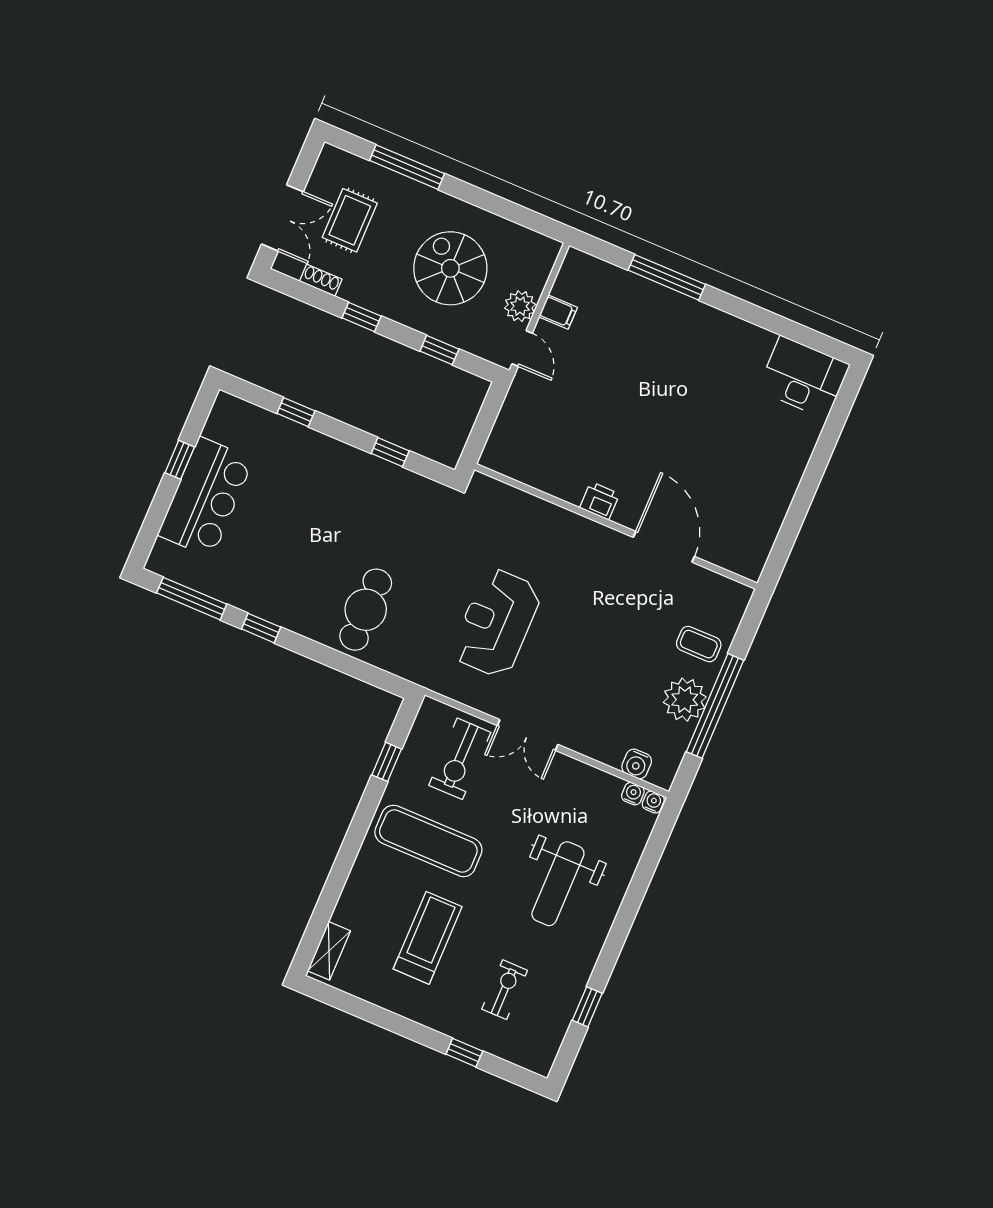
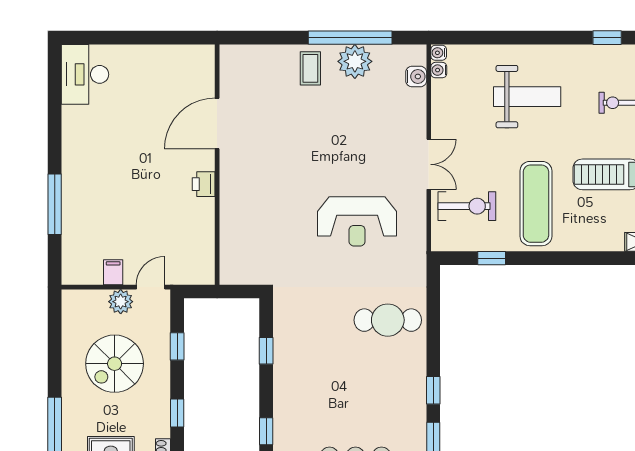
printer: (600, 501) -> (204, 184), moved
wall: (616, 526) -> (217, 165), moved
door: (664, 547) -> (217, 123), moved

